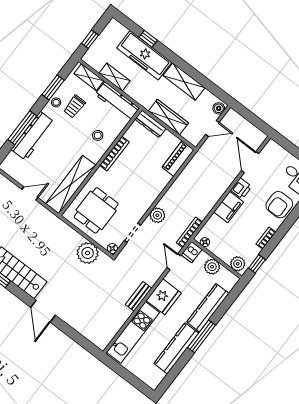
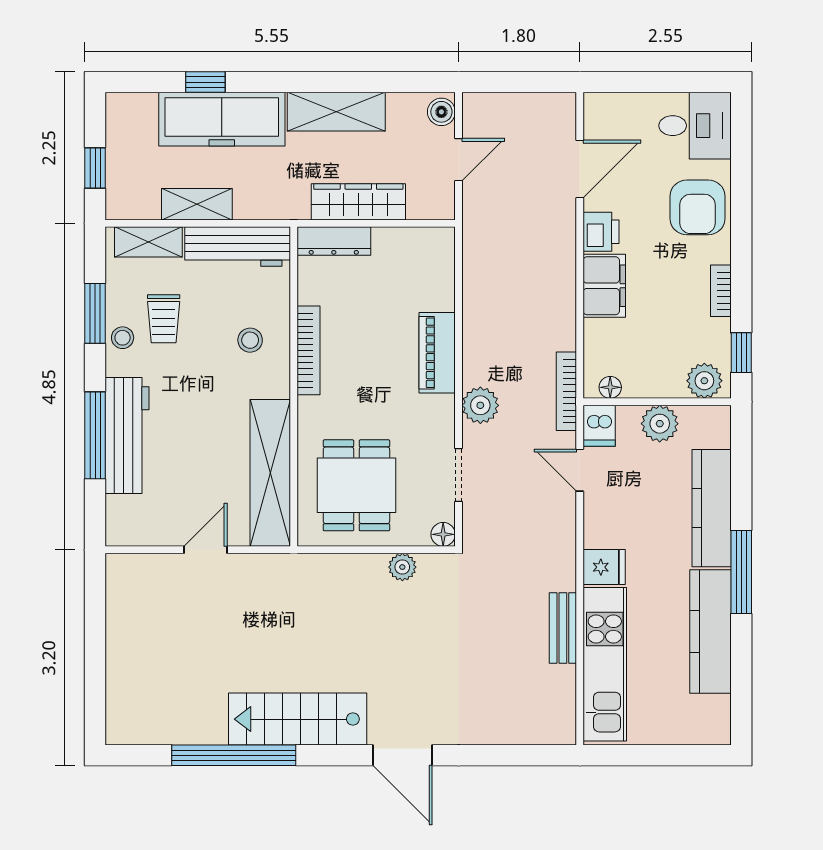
piano: (178, 159) -> (437, 353), moved
door: (250, 162) -> (580, 169), swing flipped
plant: (88, 253) -> (402, 567), width x0.53, depth x0.53
bench: (139, 296) -> (563, 628), moved
fridge: (164, 297) -> (604, 567), width x0.53, depth x0.75

